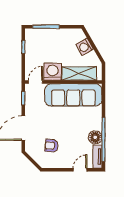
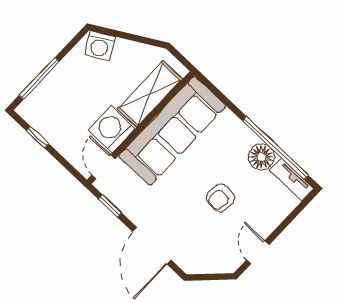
washing machine: (85, 47) -> (100, 46), moved
armchair: (52, 146) -> (220, 198), moved
door: (80, 170) -> (258, 252), moved

